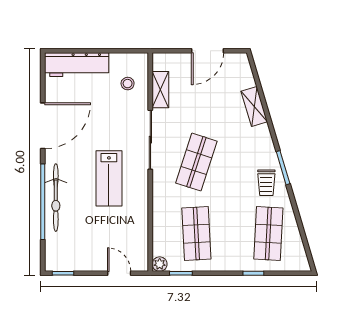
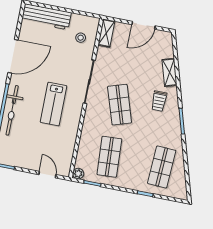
shelving: (160, 90) -> (106, 33), moved
shop shelf: (196, 162) -> (120, 105), turned -36
trolley: (266, 183) -> (159, 101), moved

